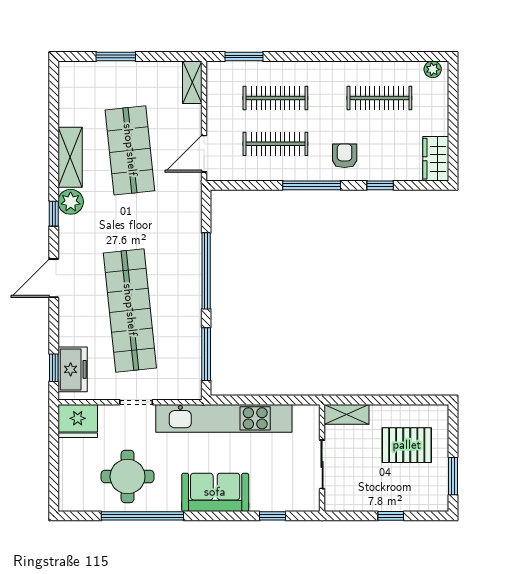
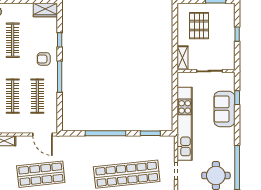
window: (206, 354) -> (150, 133), width x0.69
sofa: (215, 492) -> (224, 109), moved

